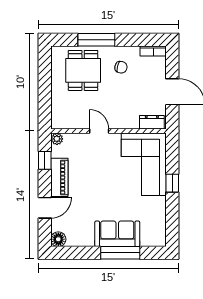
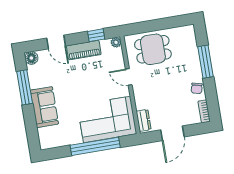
chair: (121, 67) -> (197, 88), moved
dining table: (83, 70) -> (153, 49), moved
door: (99, 131) -> (129, 77), swing flipped
window: (172, 183) -> (95, 146), width x3.17
window: (120, 253) -> (25, 87), moved

